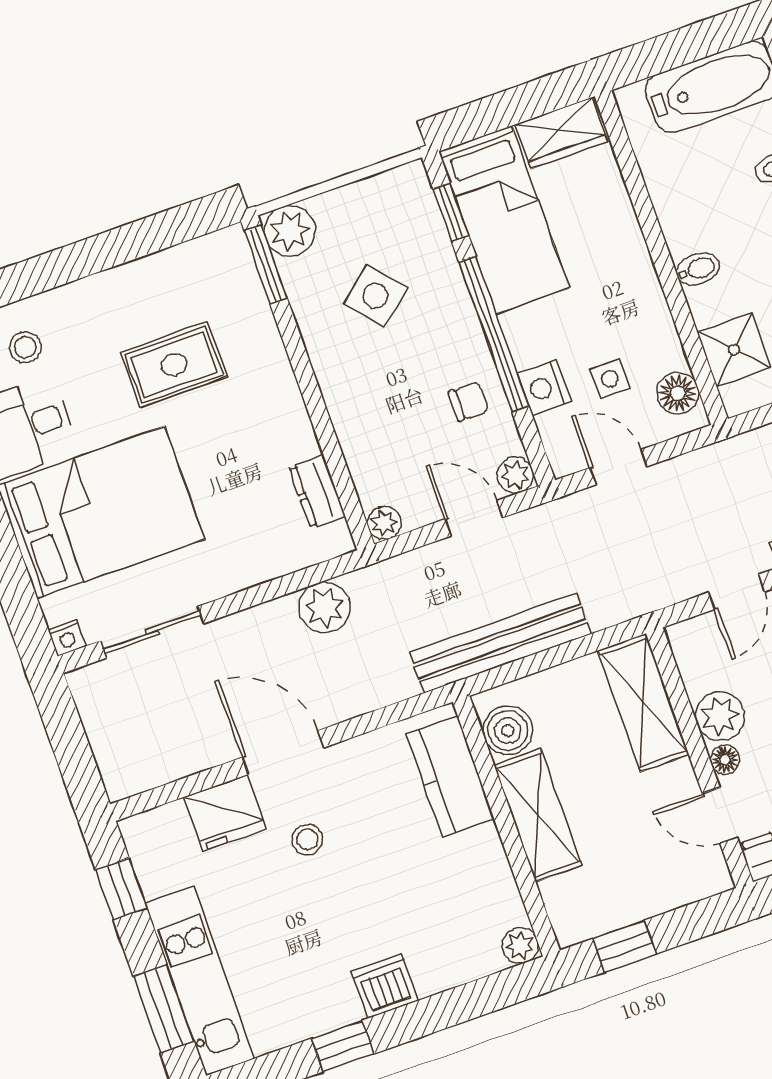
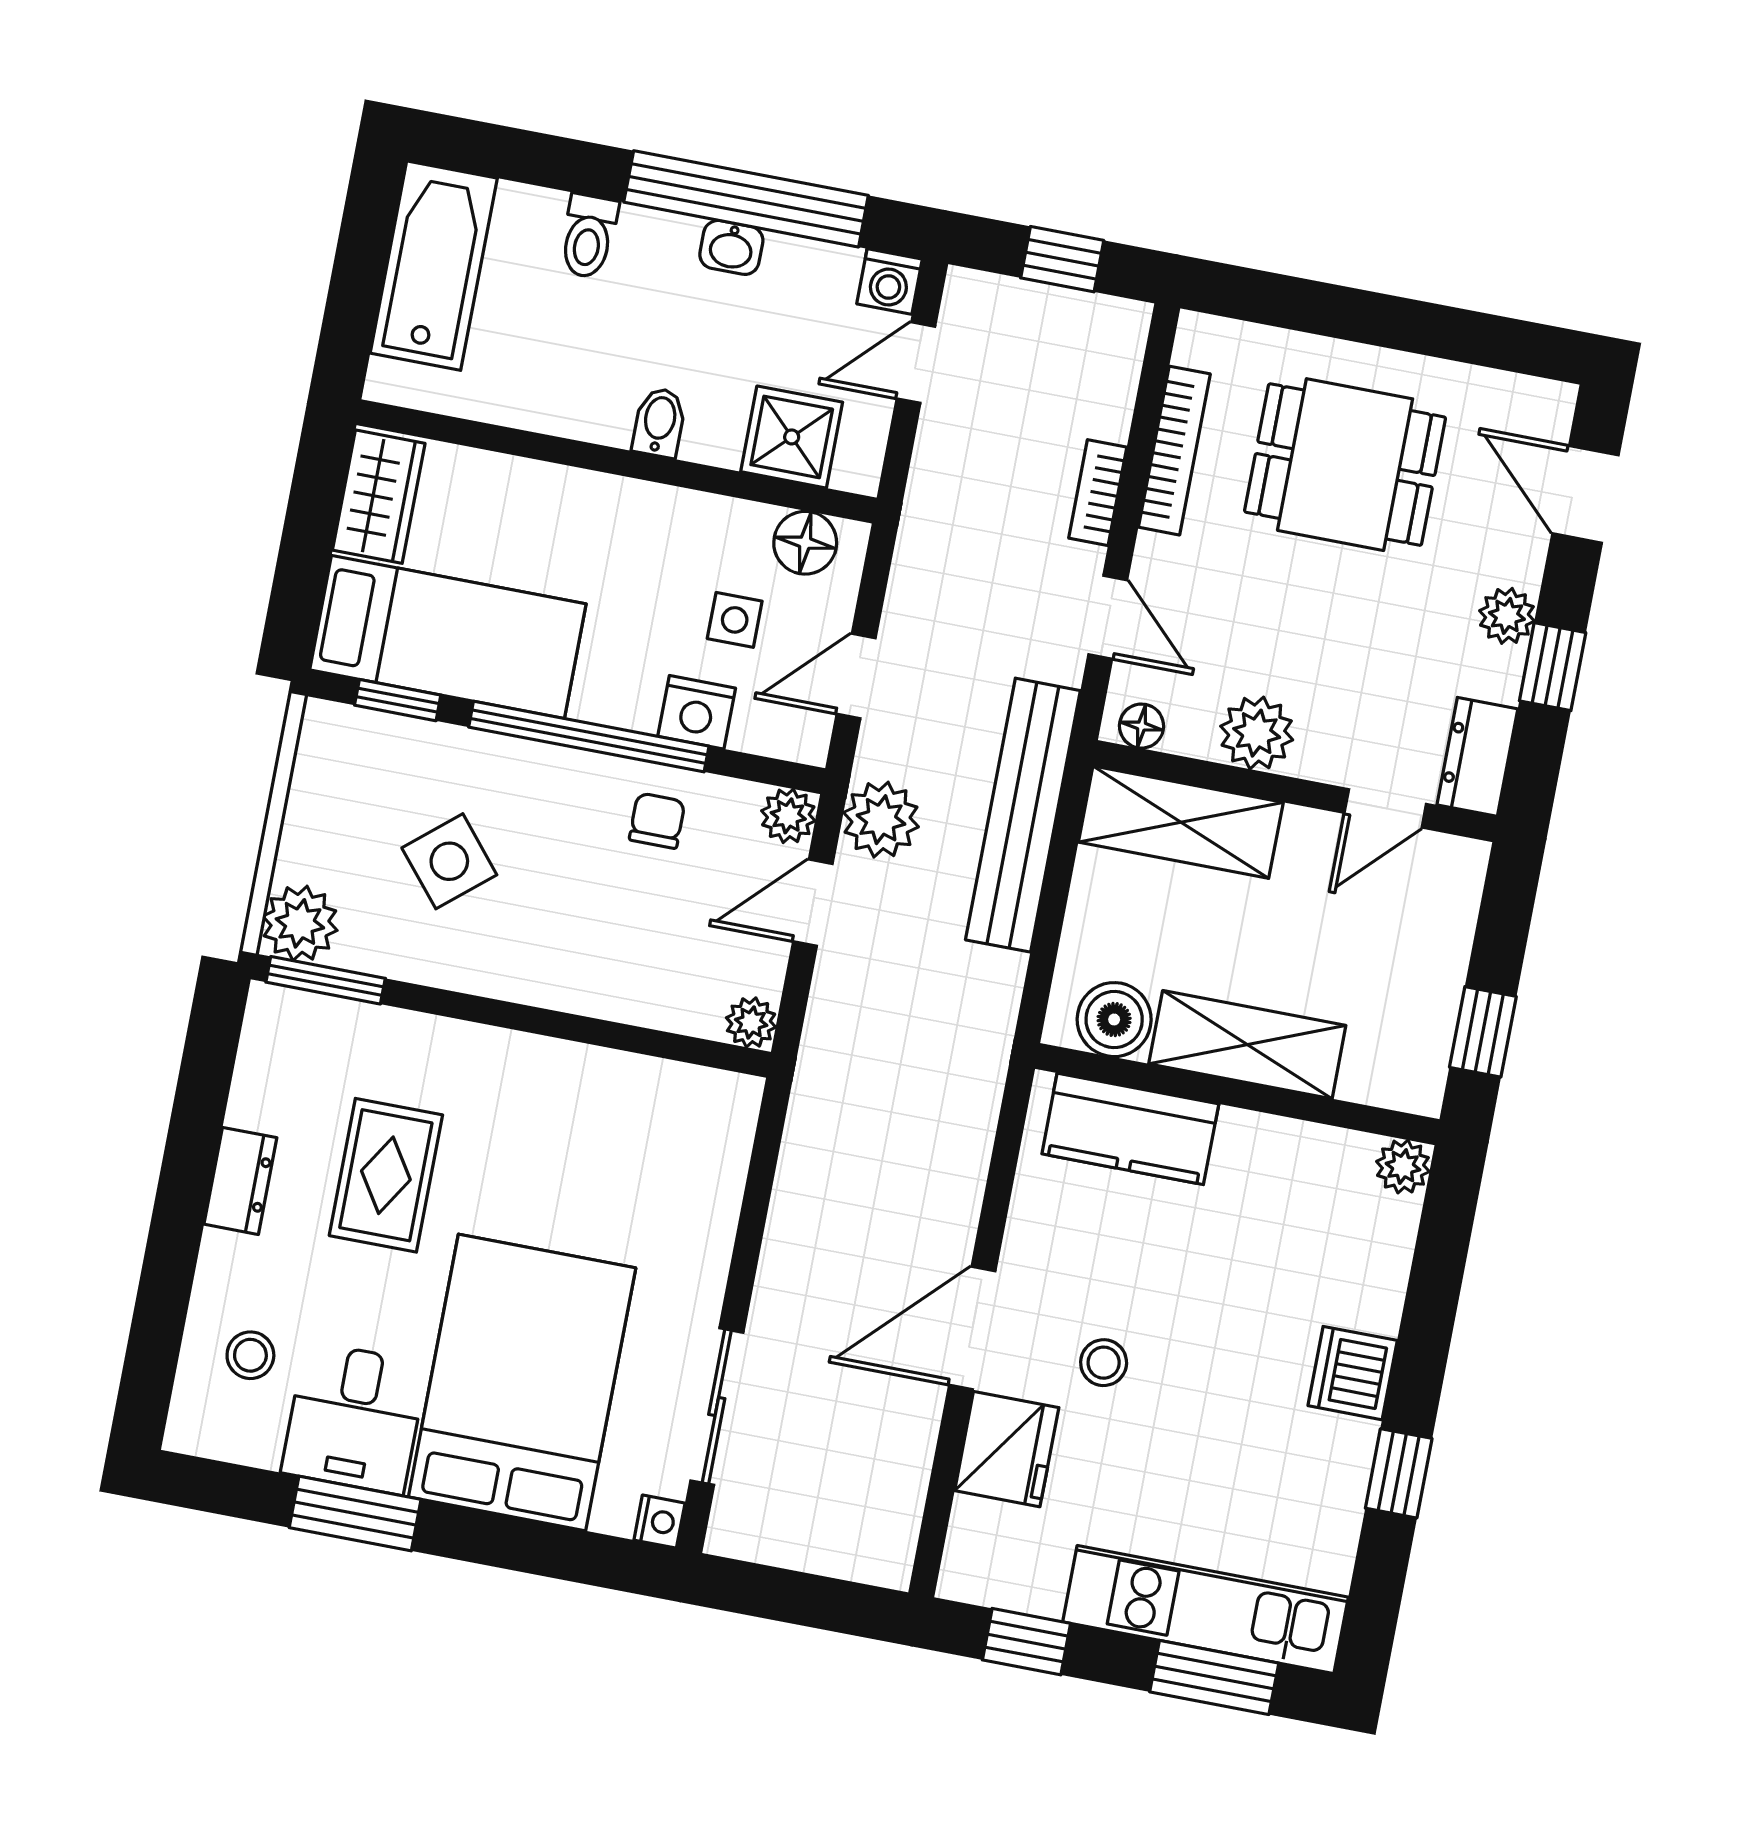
dresser: (317, 492) -> (240, 1181), moved, turned -90
plant: (324, 607) -> (881, 820), moved
bench: (500, 643) -> (1023, 815), moved
floor lamp: (725, 760) -> (1142, 726), moved

